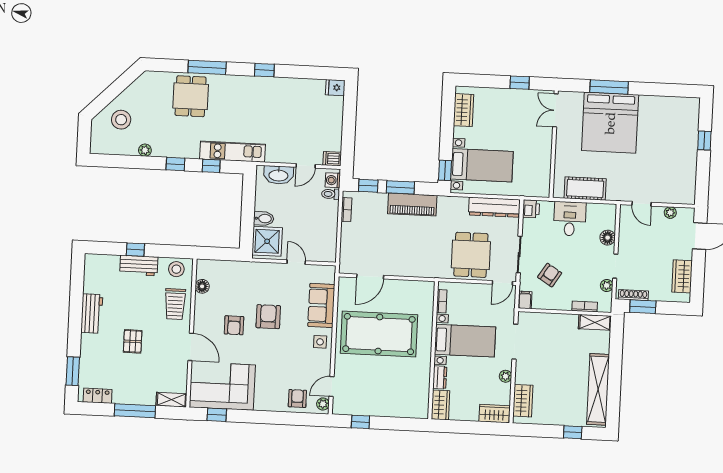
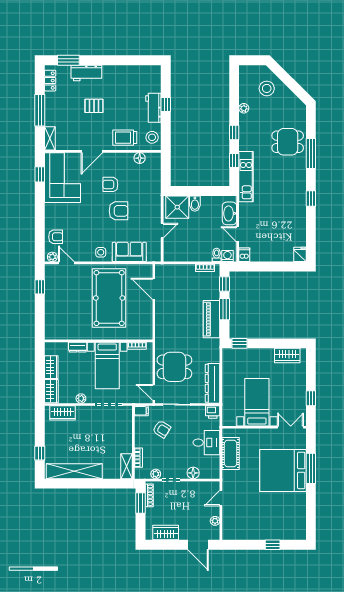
bed with nightstands: (482, 165) -> (257, 402), moved, turned 180
workbench: (92, 314) -> (86, 73), moved
wardrobe: (440, 405) -> (51, 367), moved, turned -90

